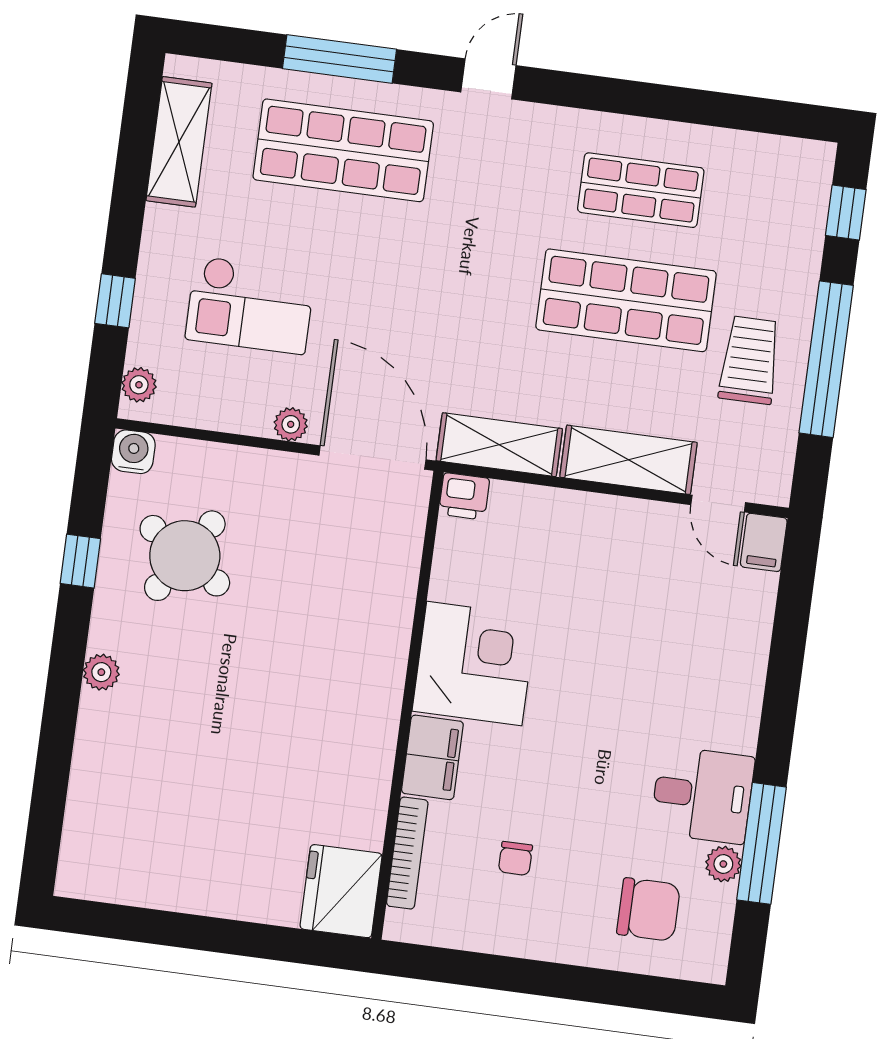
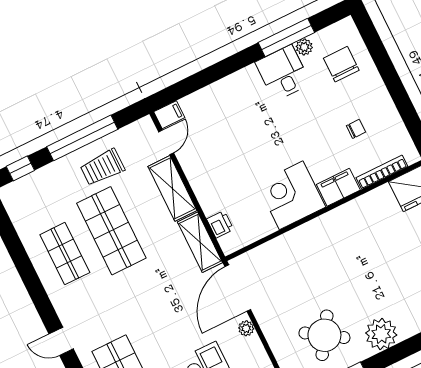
printer: (464, 496) -> (220, 224), moved
plant: (101, 672) -> (381, 334), width x1.88, depth x1.88

